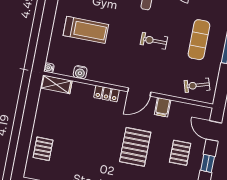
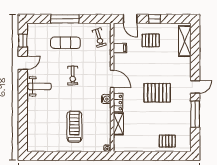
water cooler: (80, 72) -> (106, 99), moved
shelving: (56, 84) -> (118, 124), moved
filing cabinet: (163, 107) -> (120, 48), moved
door: (214, 131) -> (130, 19), hinge flipped
pallet: (135, 147) -> (157, 93), moved

